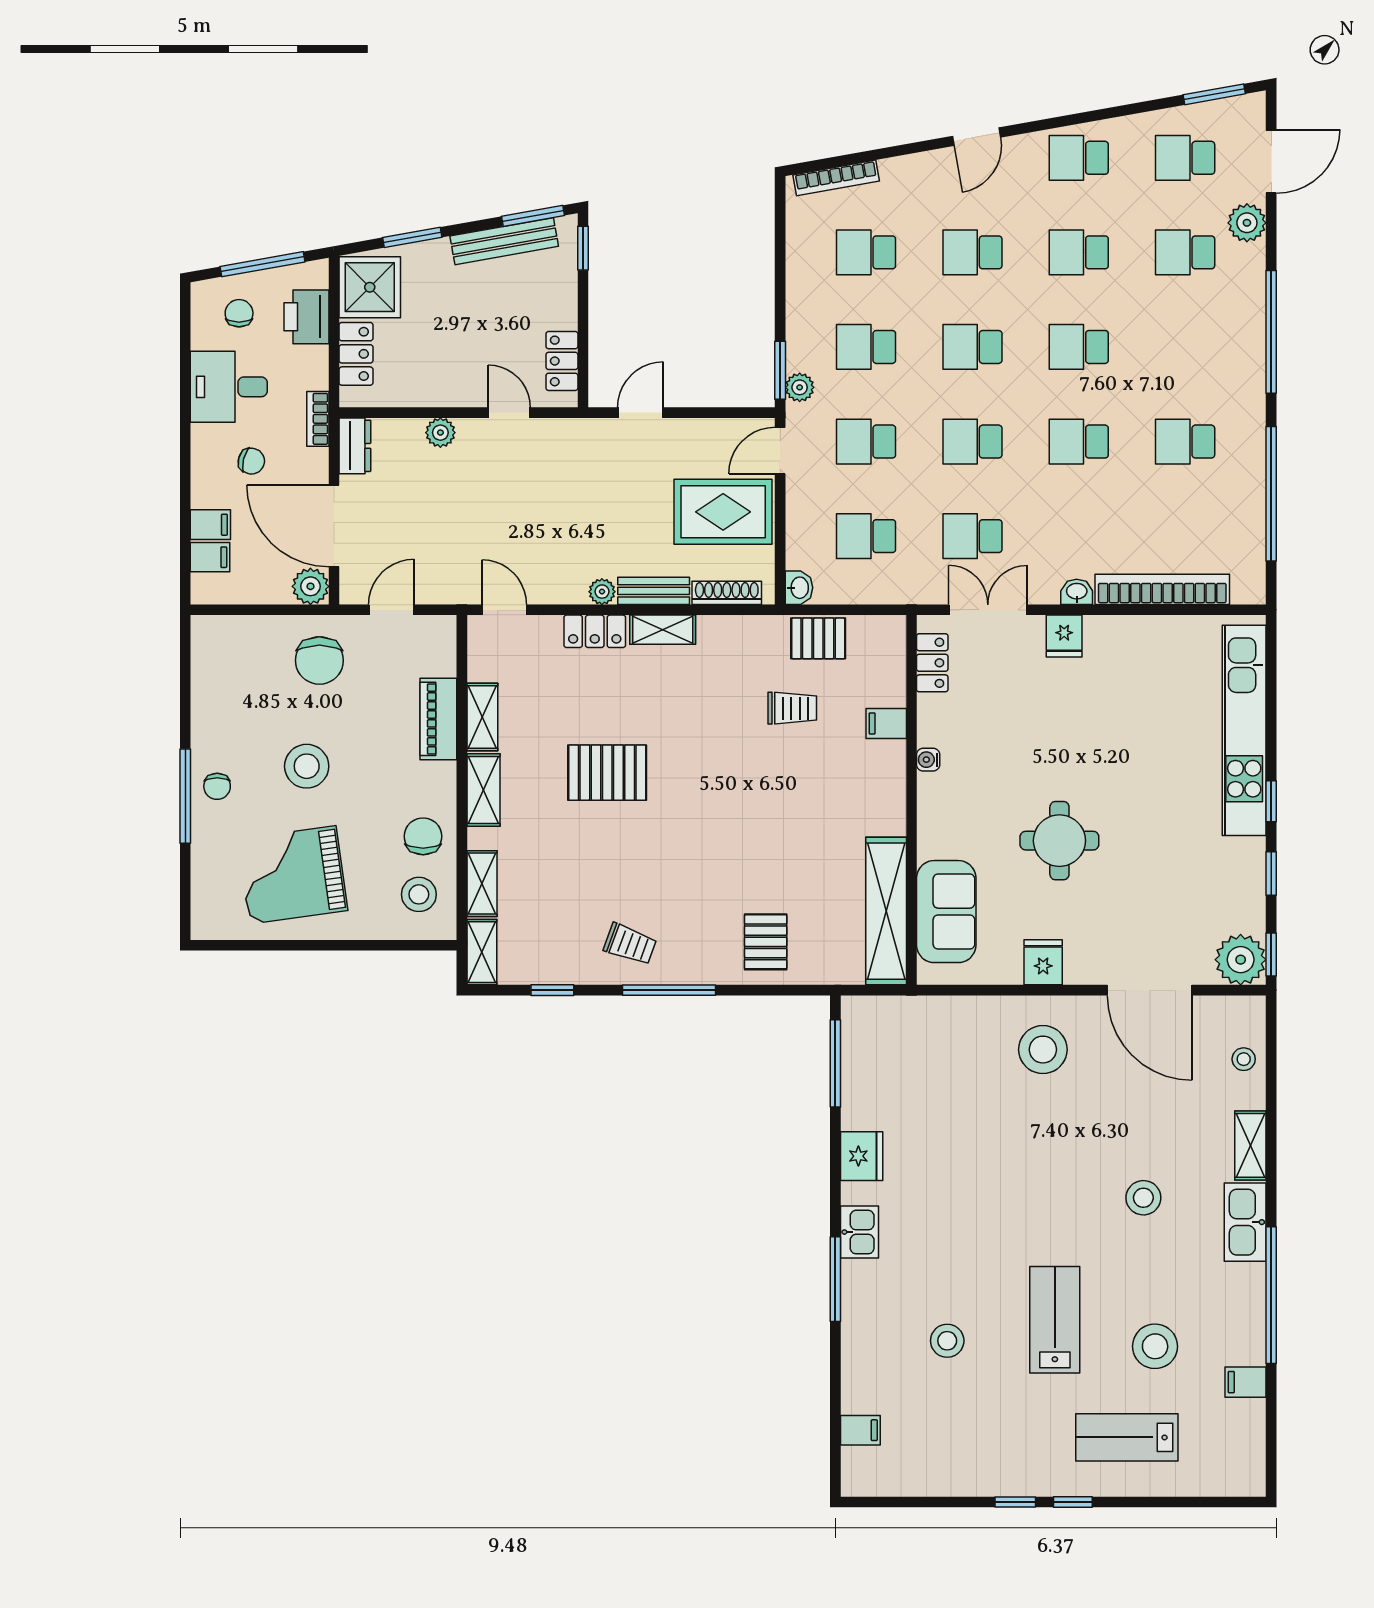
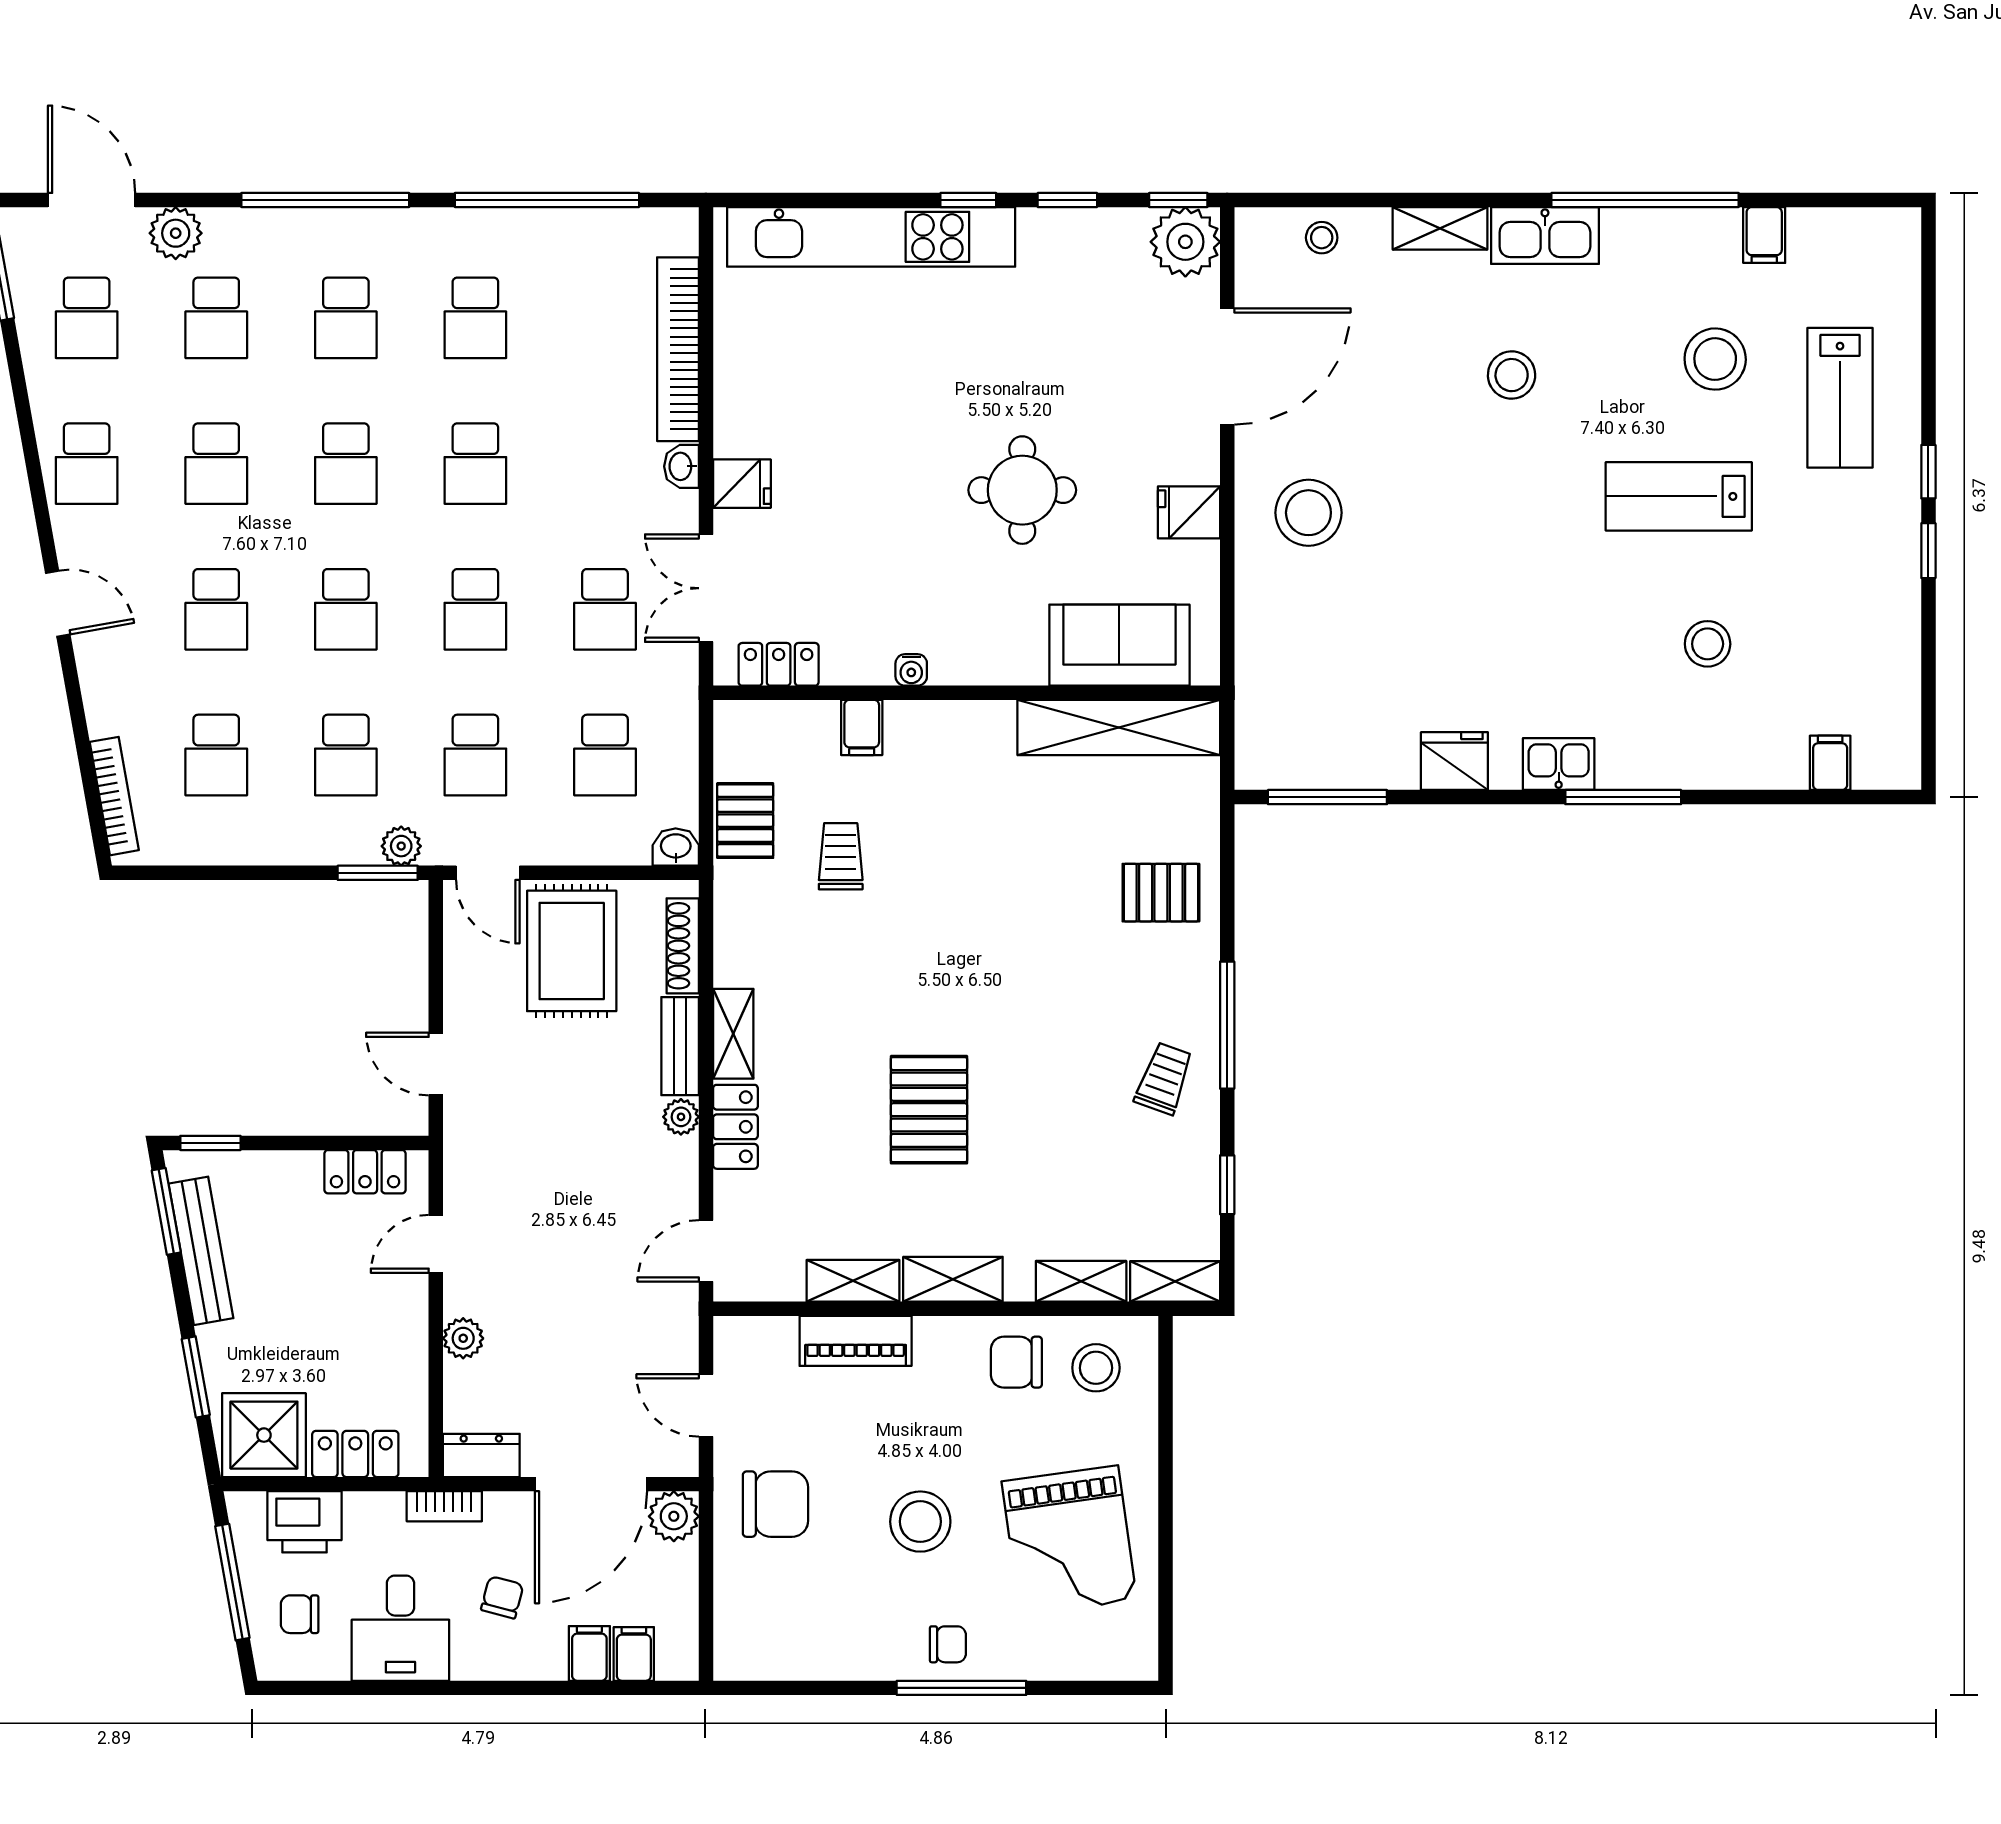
school desk: (1185, 347) -> (346, 318), added

